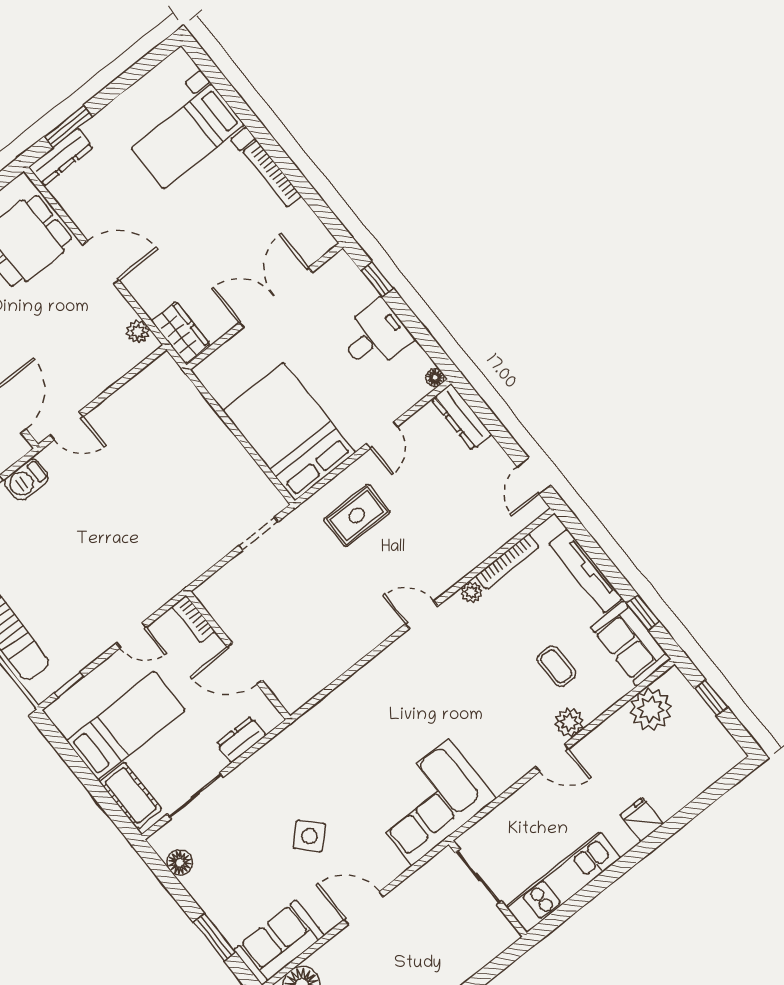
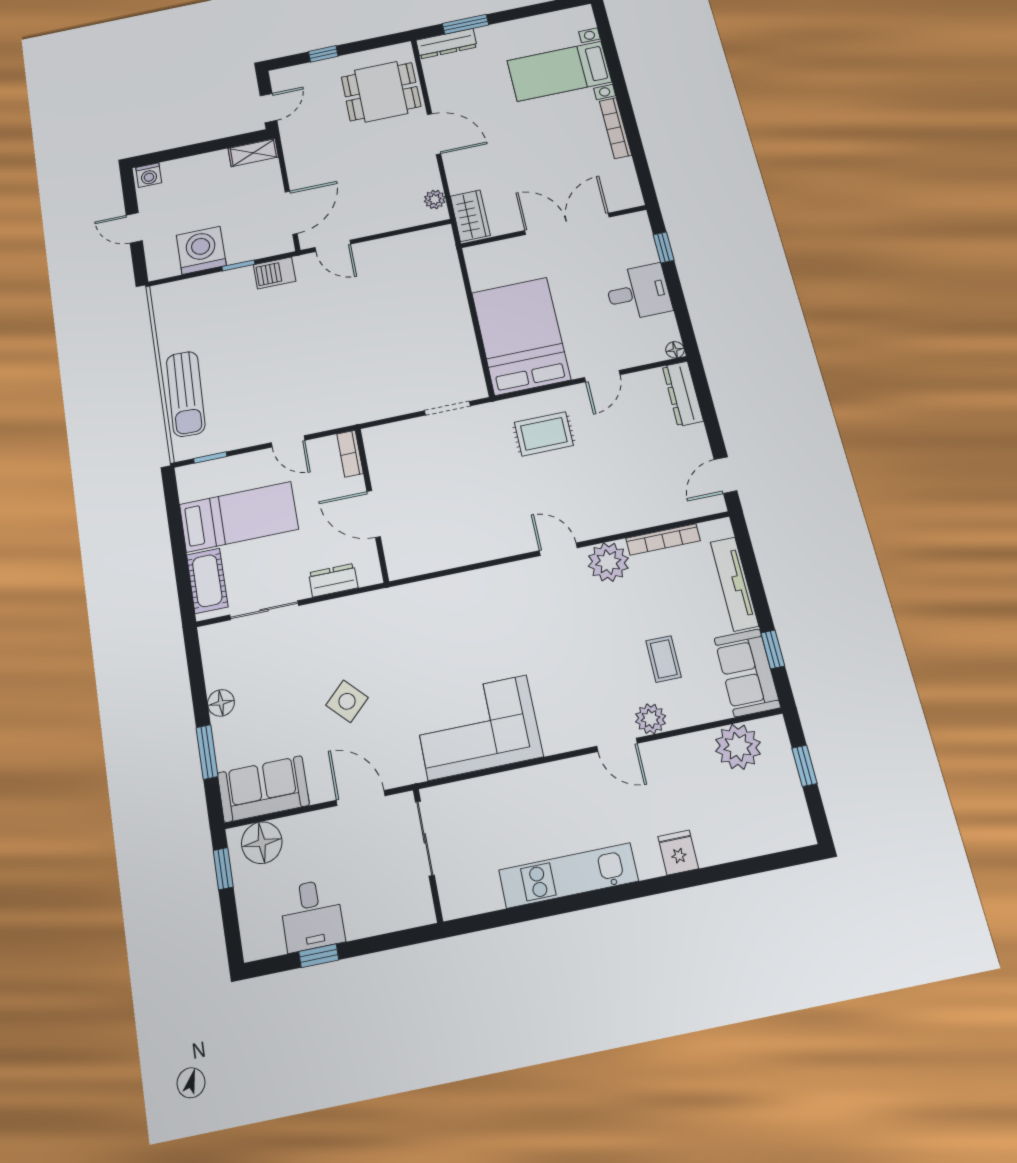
plant: (472, 592) -> (608, 562), width x1.88, depth x1.88
floor lamp: (180, 863) -> (221, 703), moved
sliding door: (478, 877) -> (425, 838), moved
wall: (488, 889) -> (428, 855), moved

